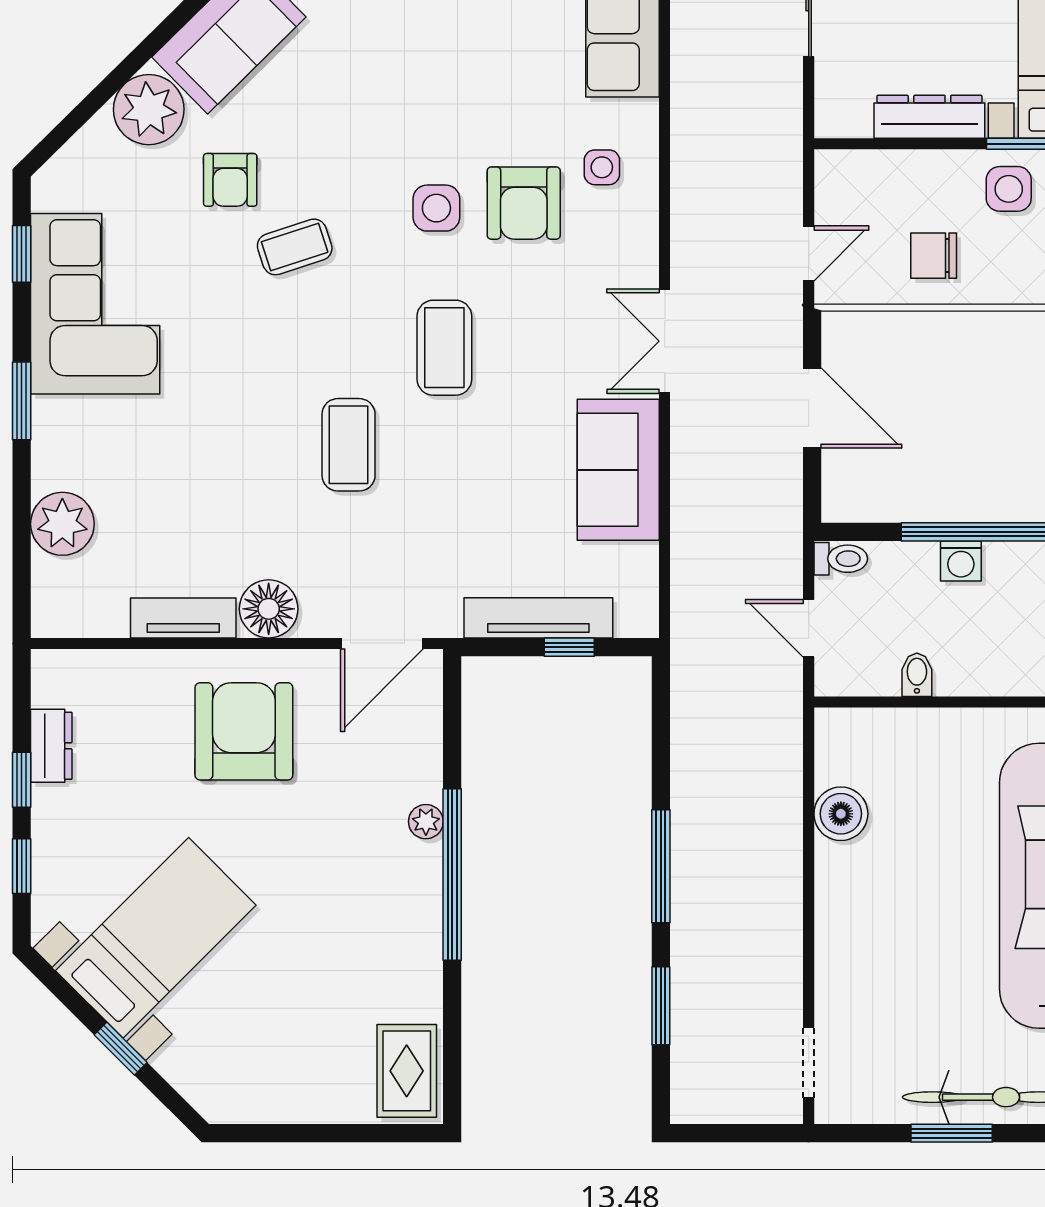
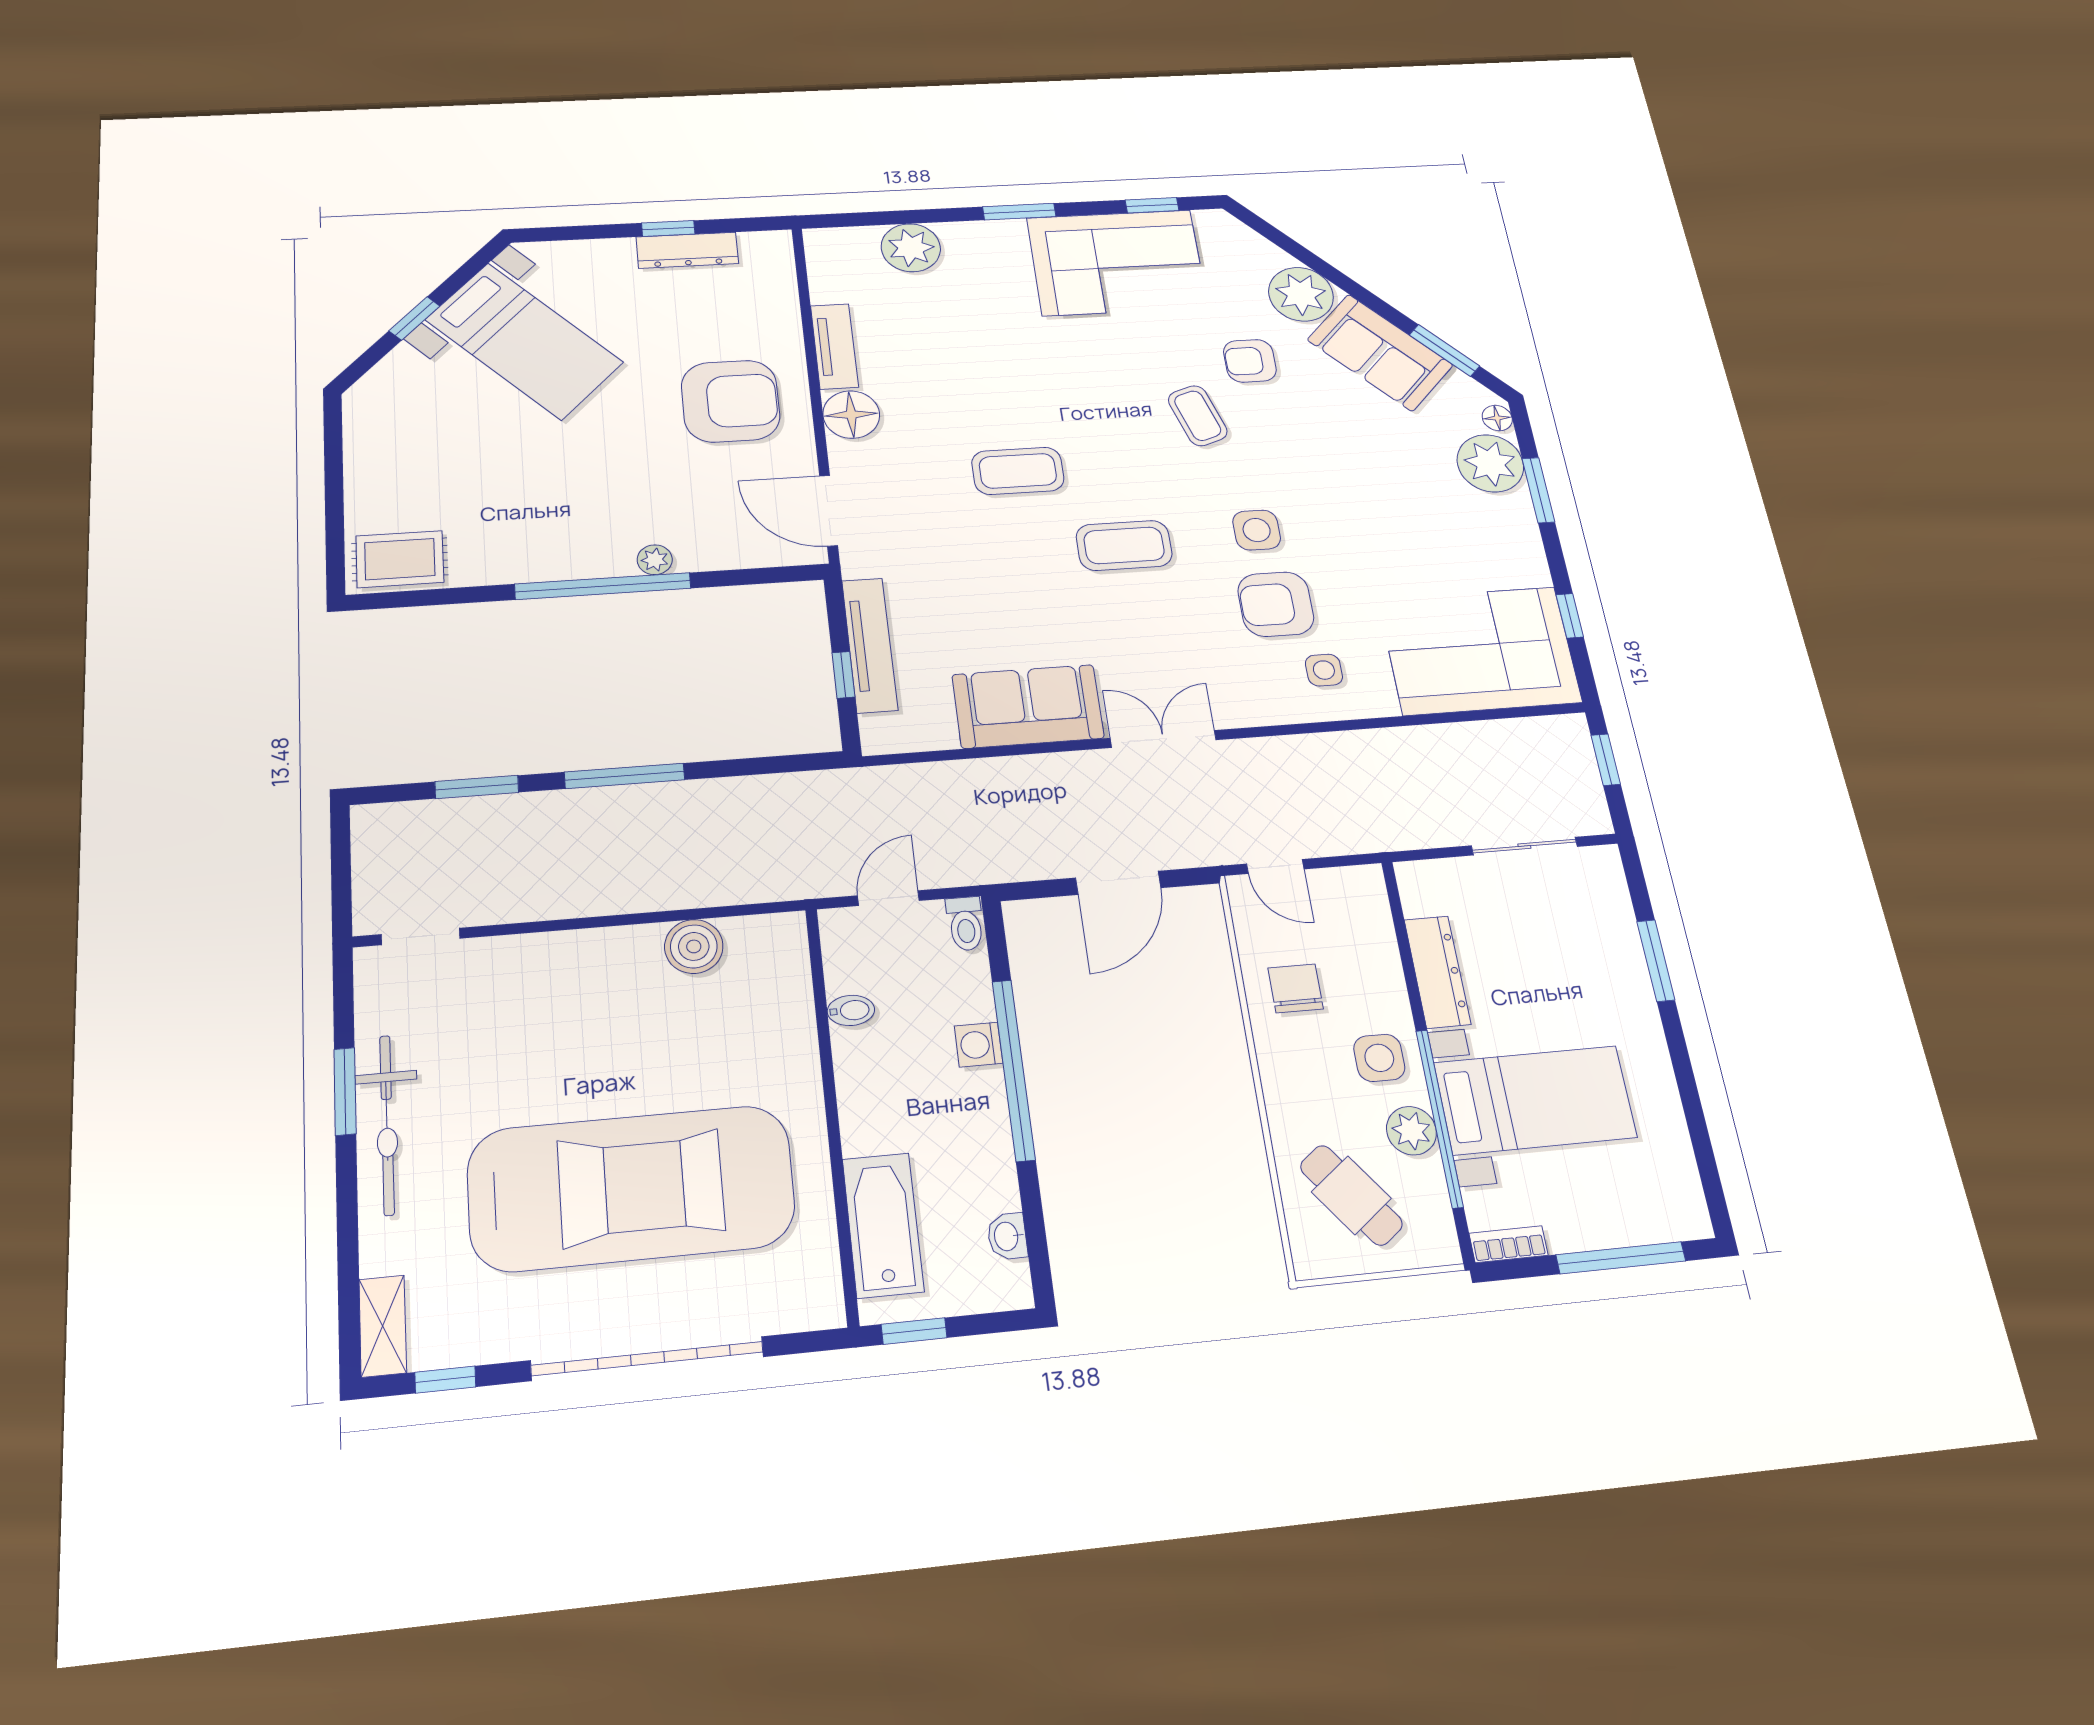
dresser: (51, 746) -> (687, 250), width x1.44
window: (22, 866) -> (587, 232), removed

